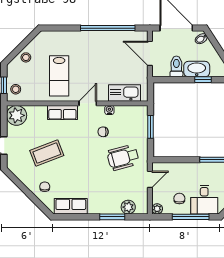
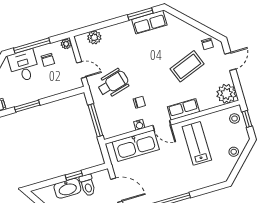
window: (203, 80) -> (74, 175), moved
kitchen sink: (124, 93) -> (136, 146), width x1.36, depth x1.24
door: (88, 103) -> (162, 125), hinge flipped
window: (150, 127) -> (95, 120), width x1.44
door: (150, 179) -> (81, 70), swing flipped
chair: (45, 187) -> (207, 44), moved
window: (112, 217) -> (140, 14), moved

